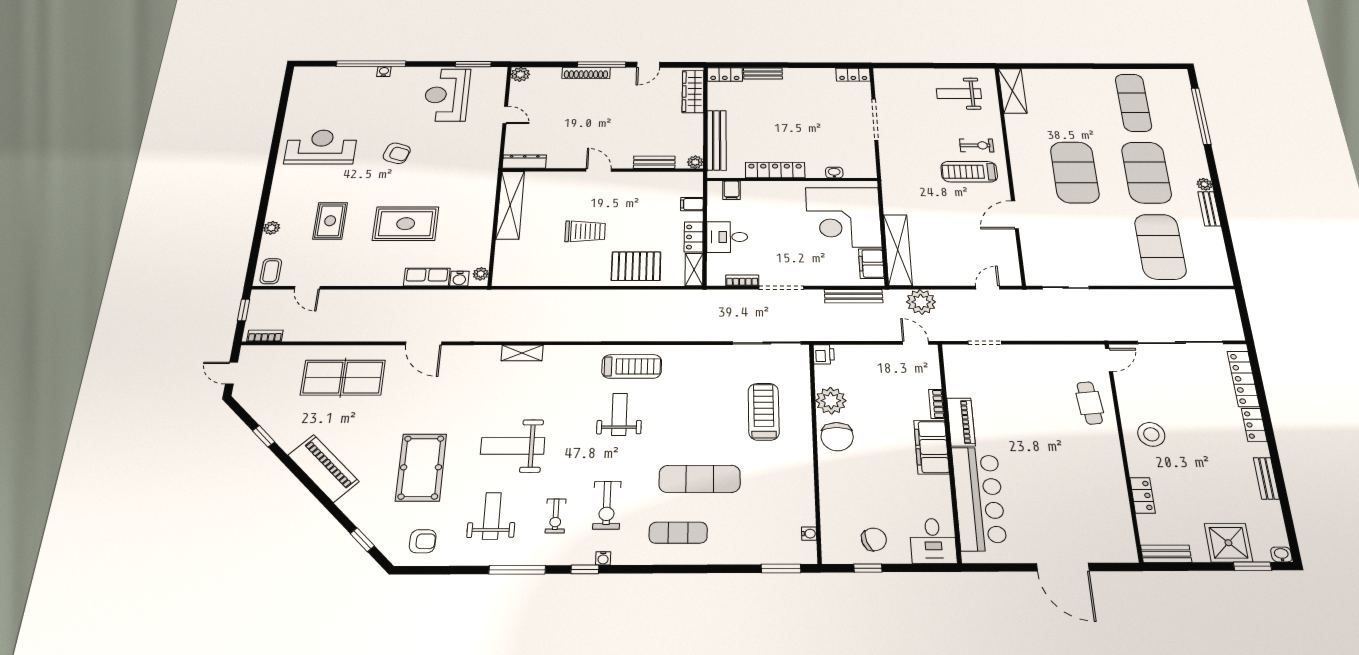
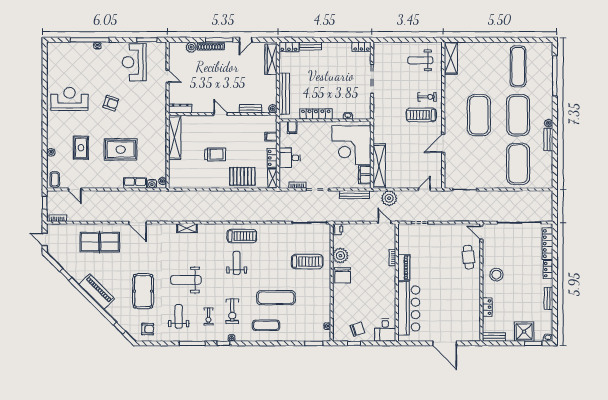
plant: (520, 74) -> (191, 47), moved
door: (1109, 360) -> (481, 233), swing flipped
treadmill: (764, 412) -> (307, 262), turned 90
filing cabinet: (931, 447) -> (388, 281), removed

